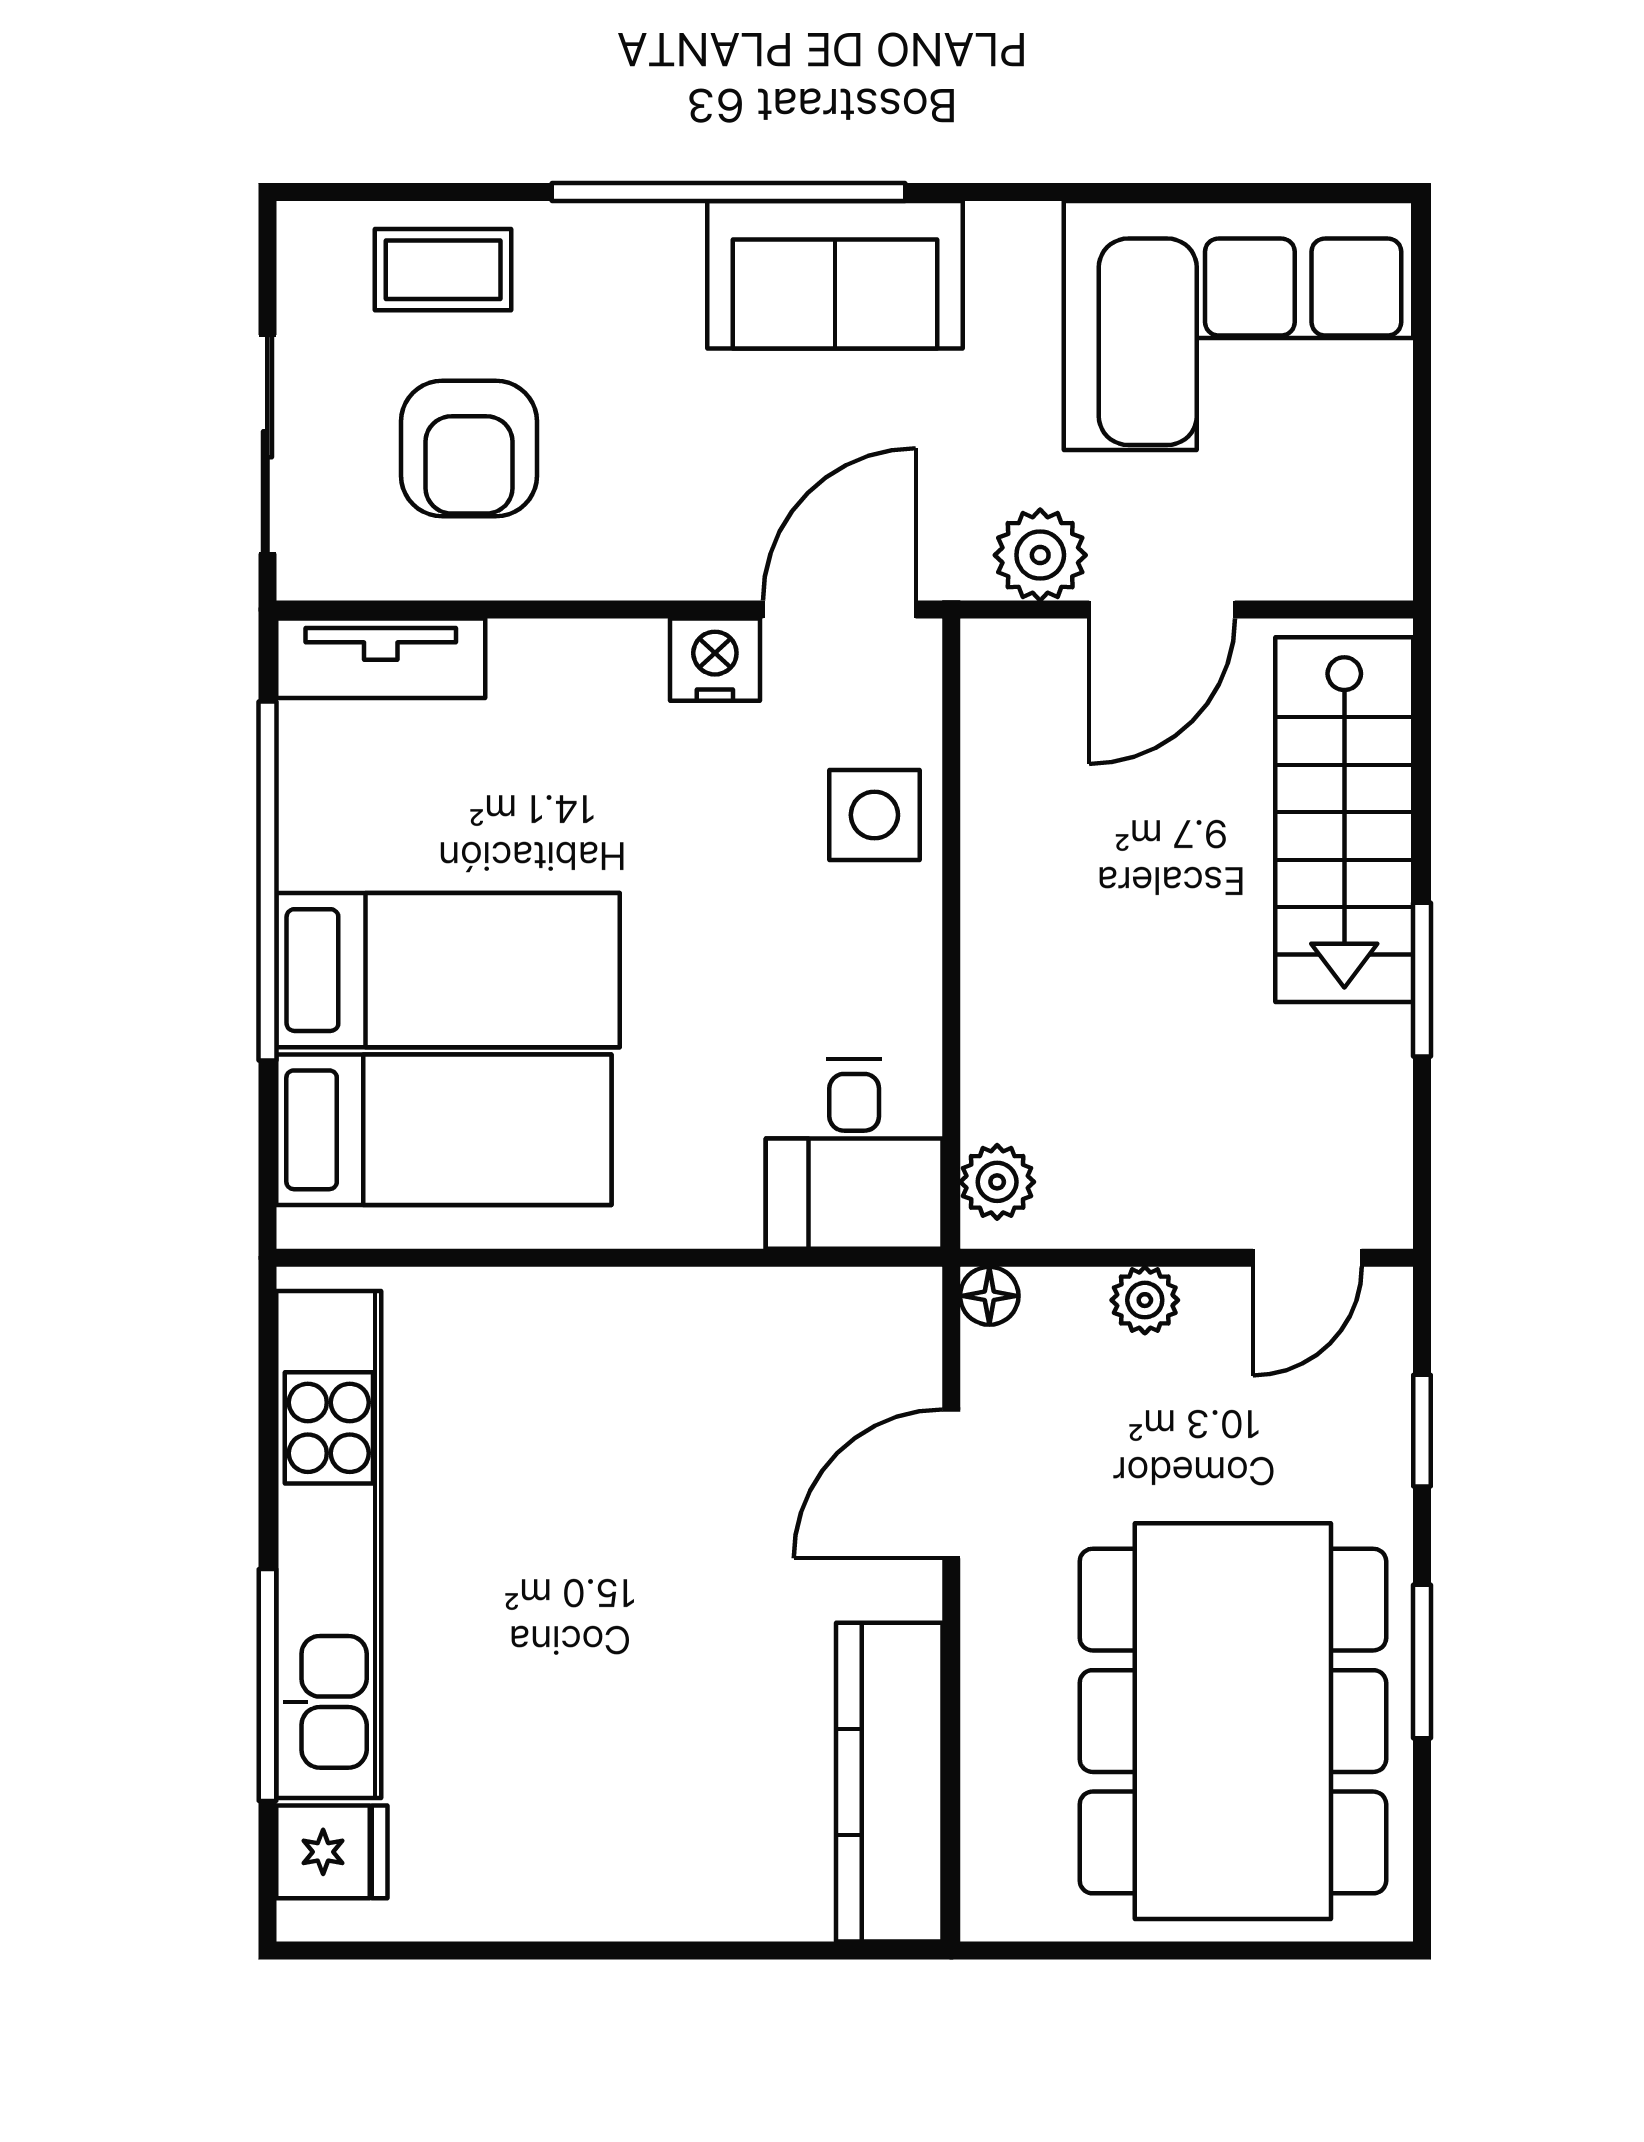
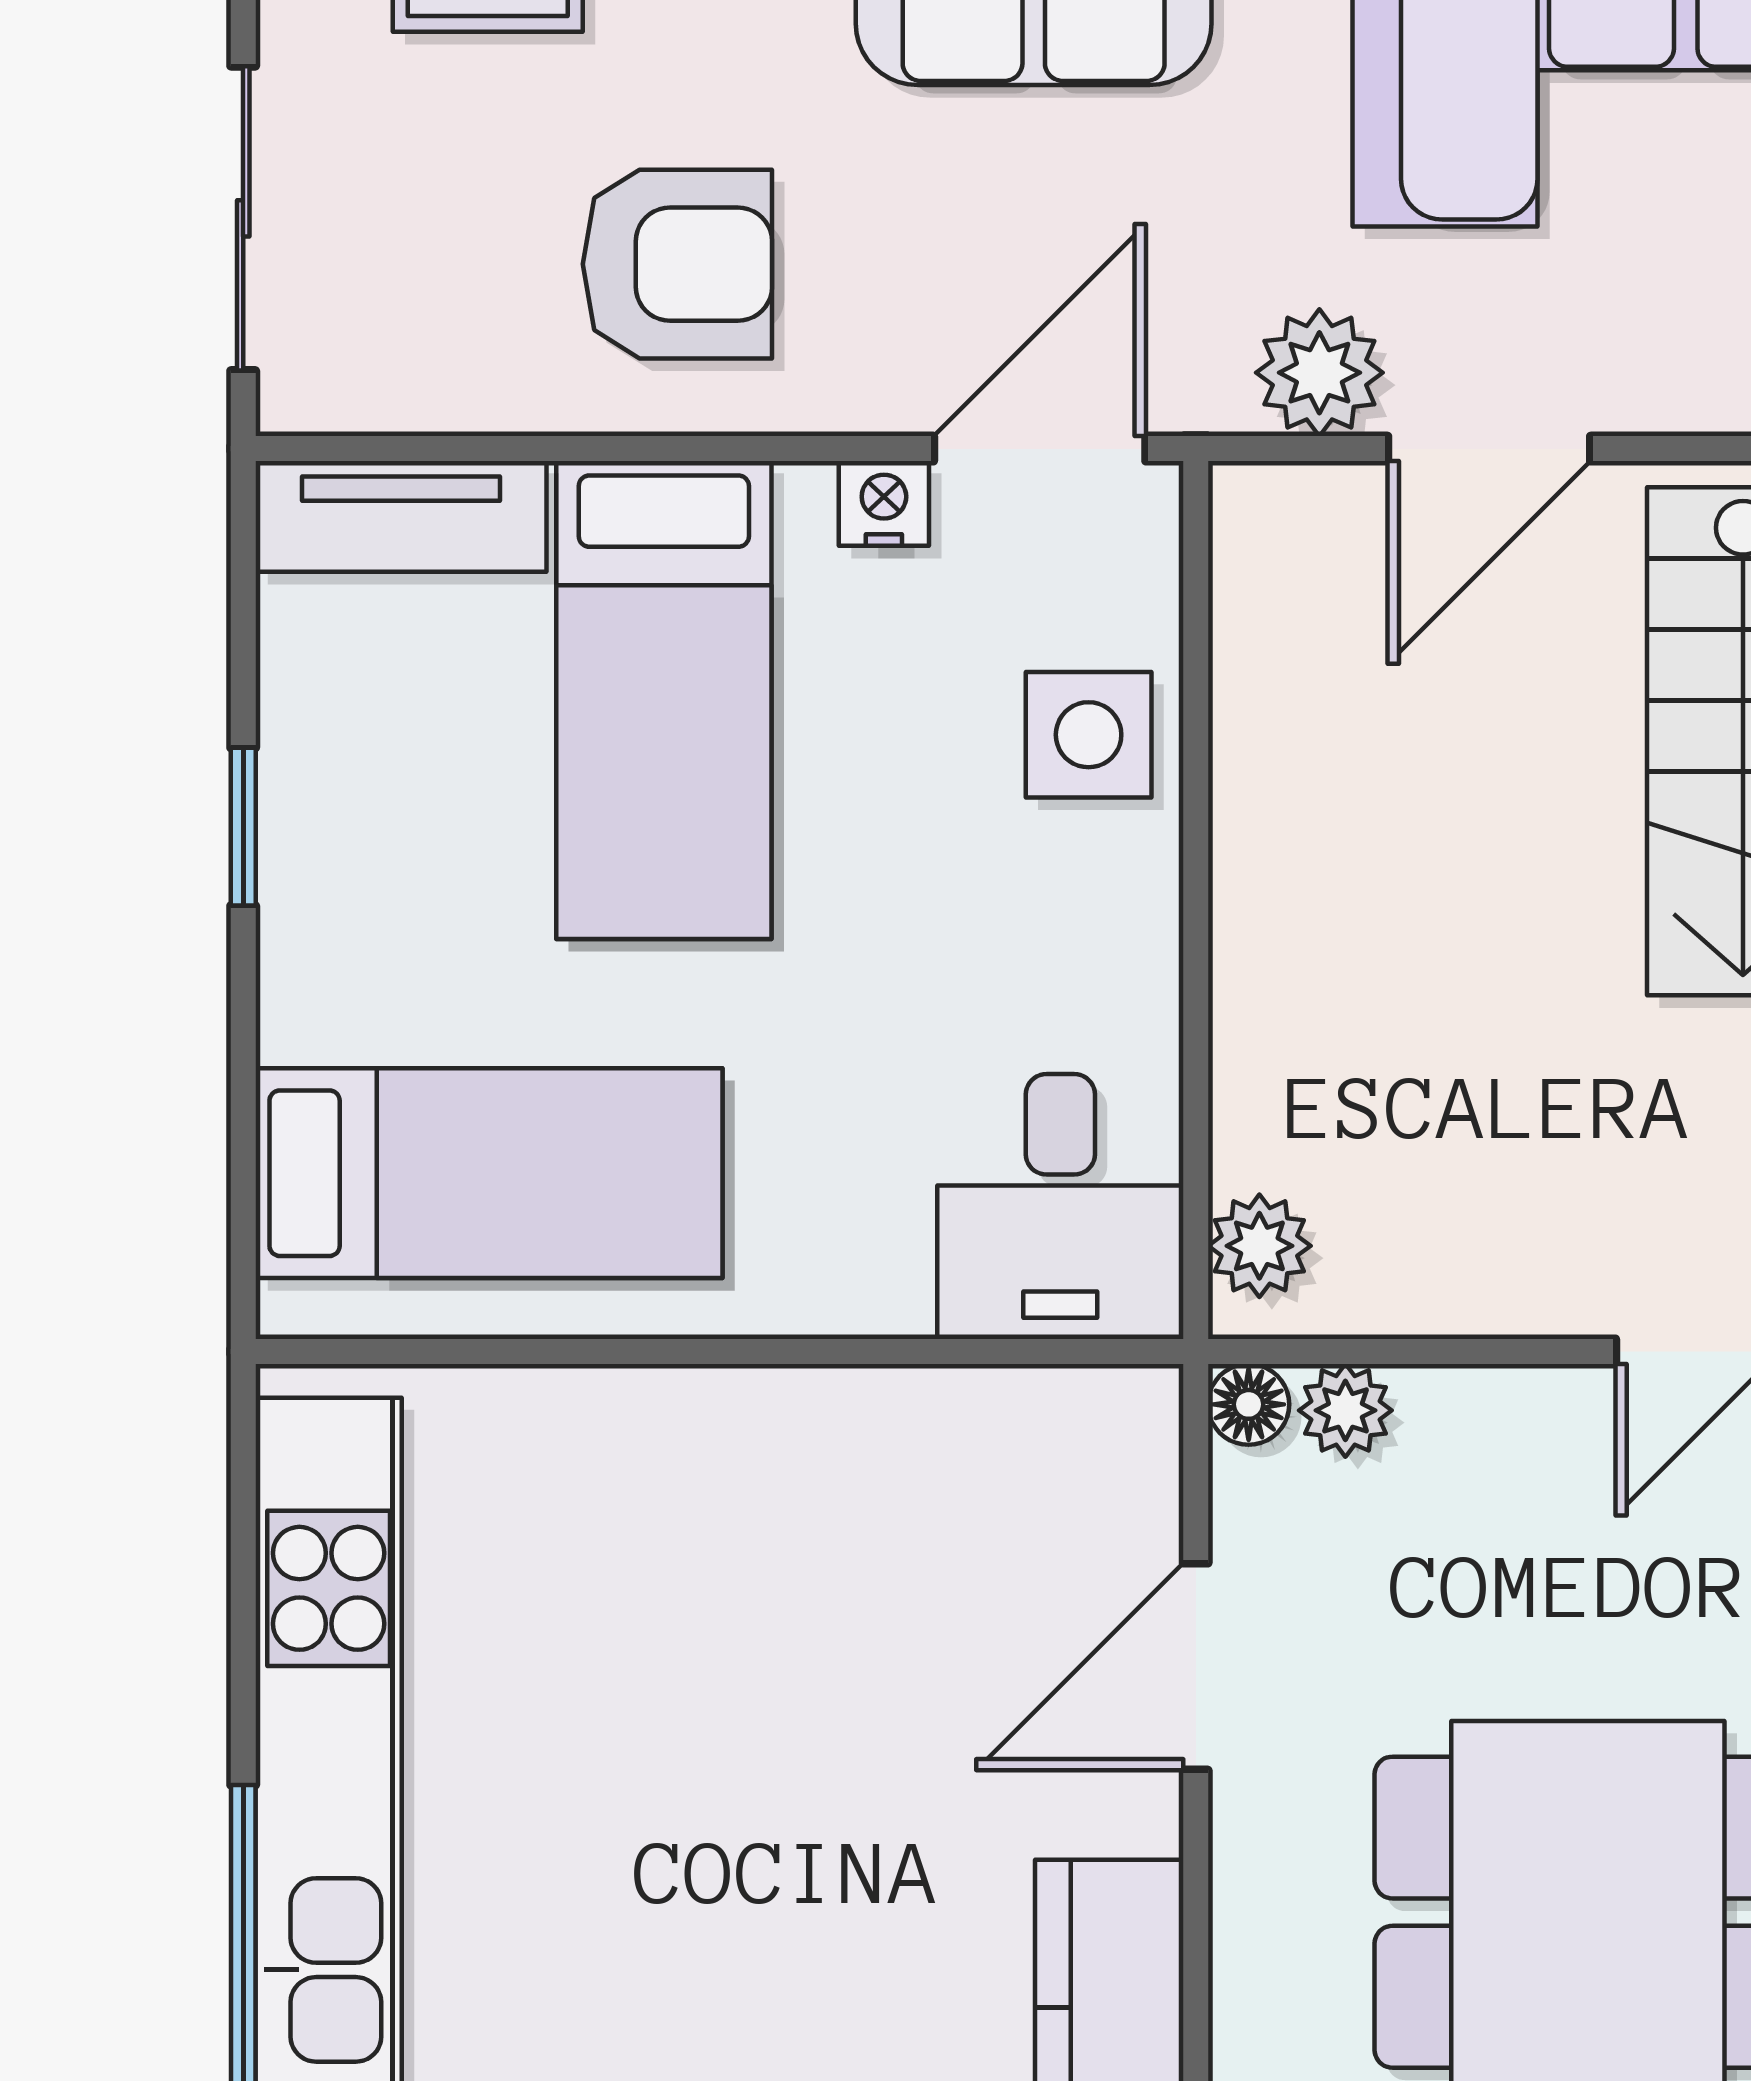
armchair: (469, 449) -> (677, 264), moved, turned -90
nightstand: (715, 660) -> (884, 503), width x0.72, depth x0.74
window: (267, 881) -> (243, 827), width x0.32
bed: (448, 970) -> (664, 700), moved, turned 90
plant: (1145, 1300) -> (1345, 1410), moved

